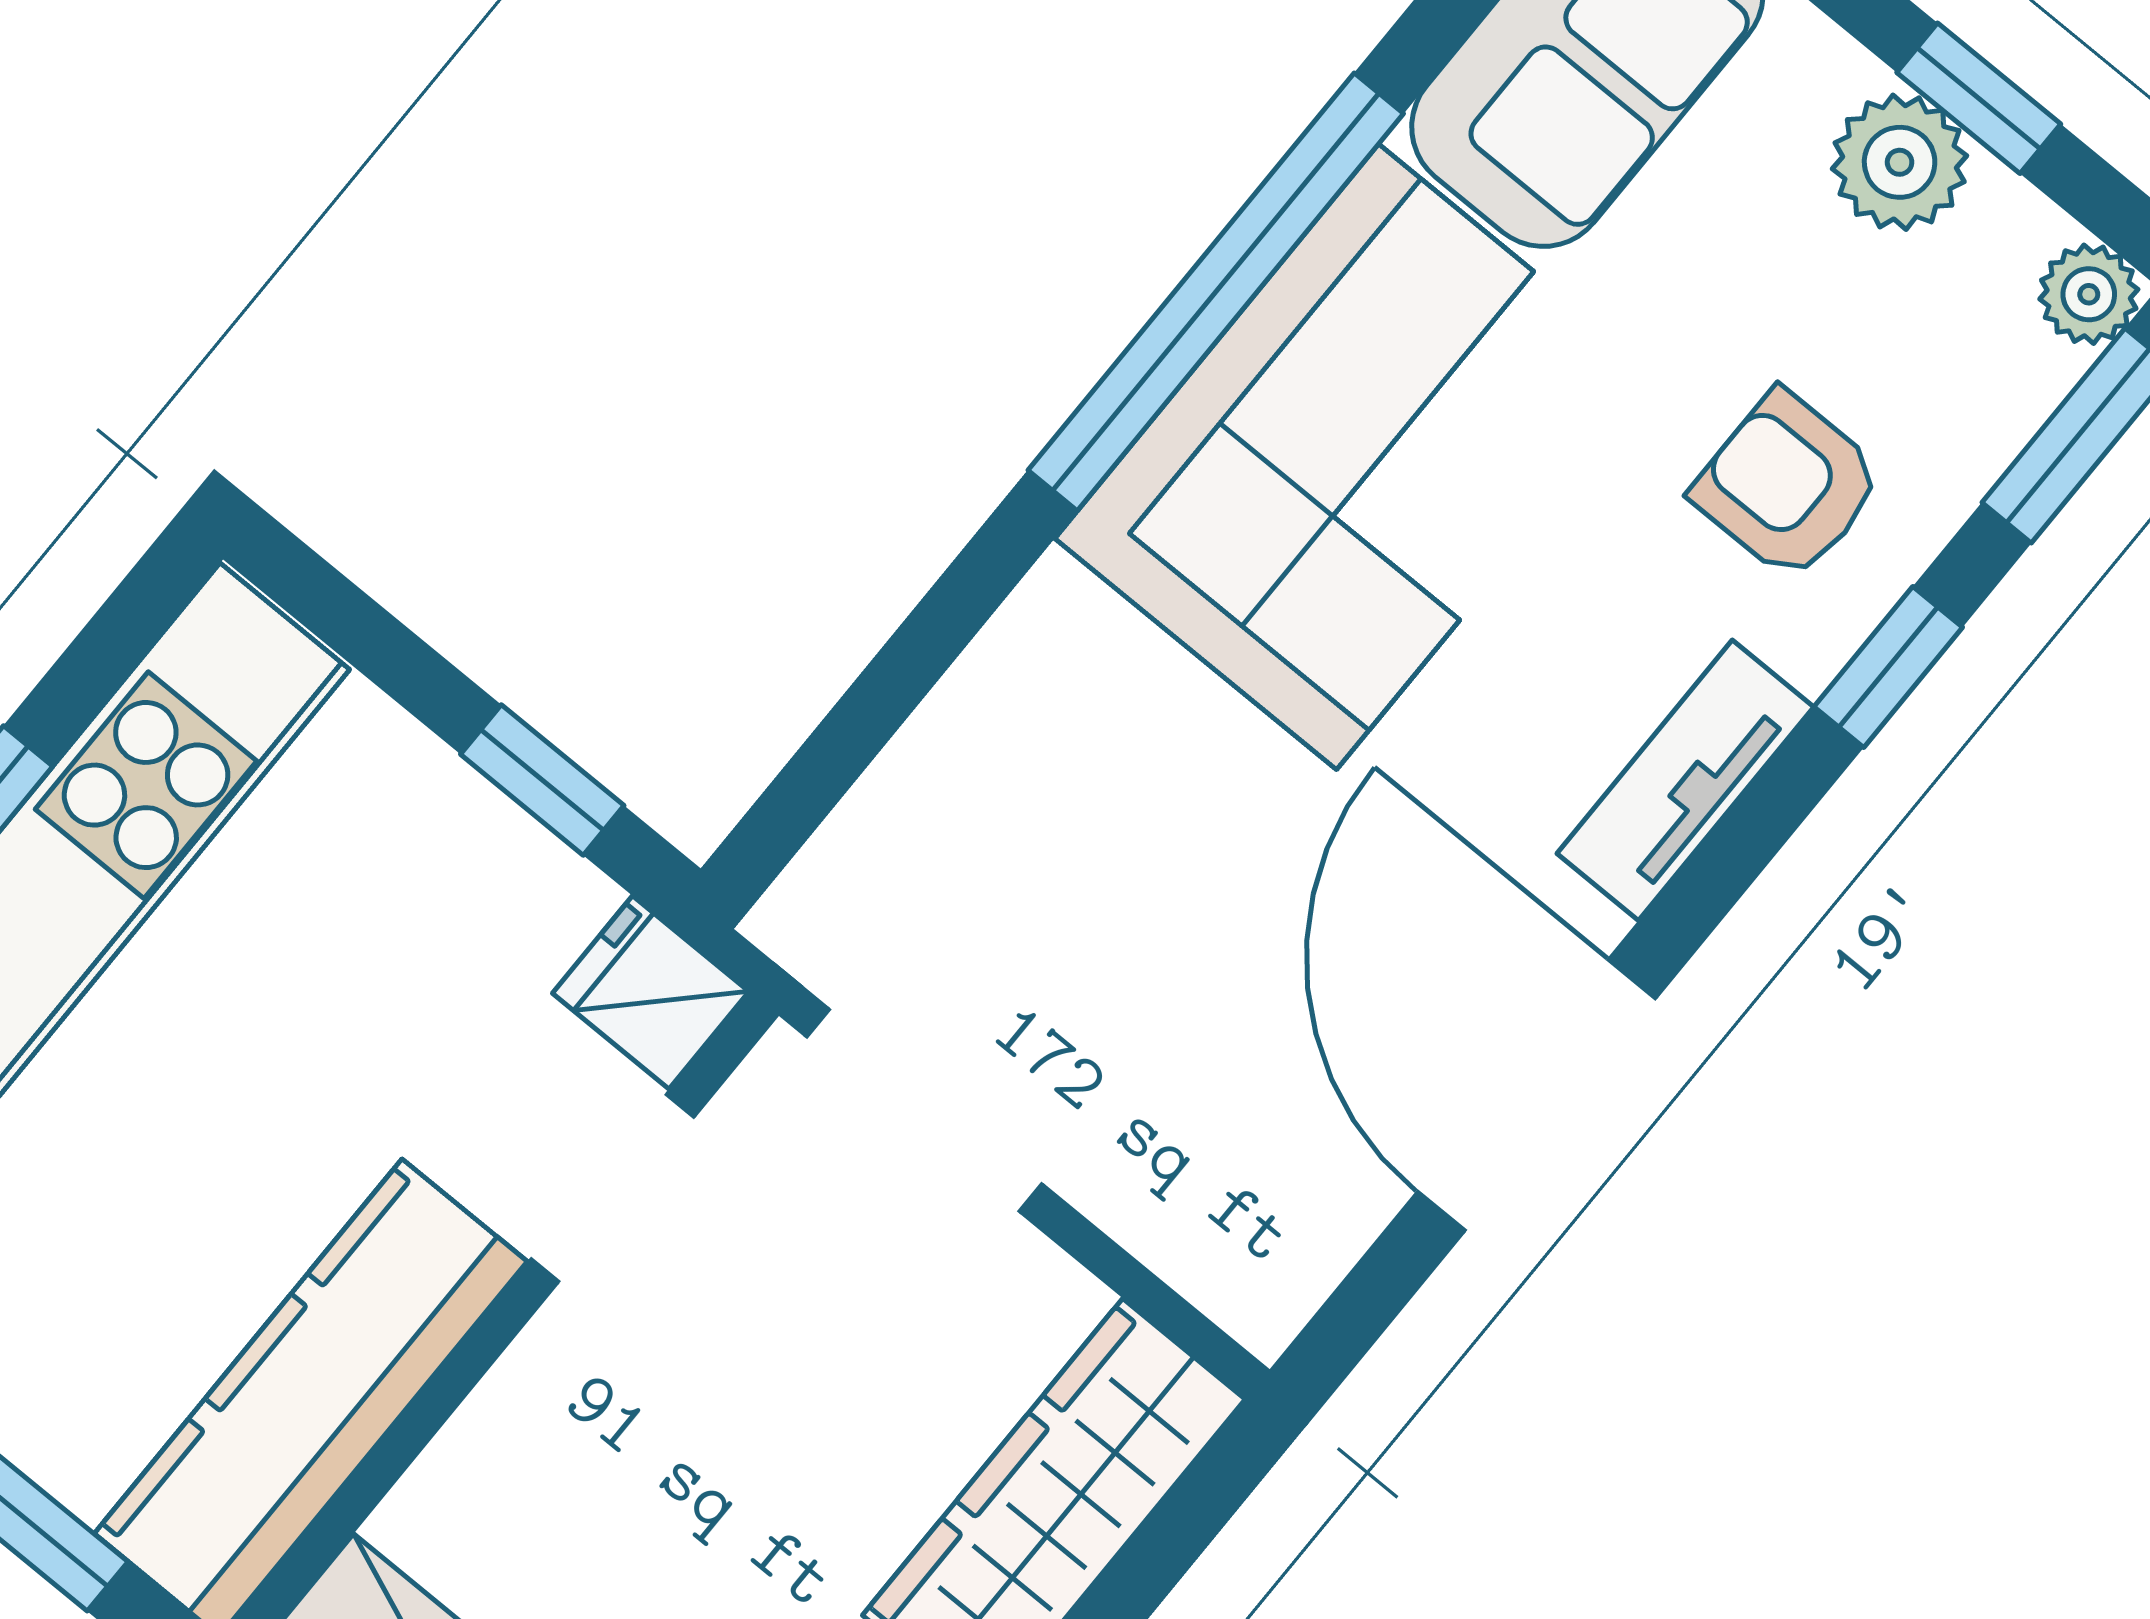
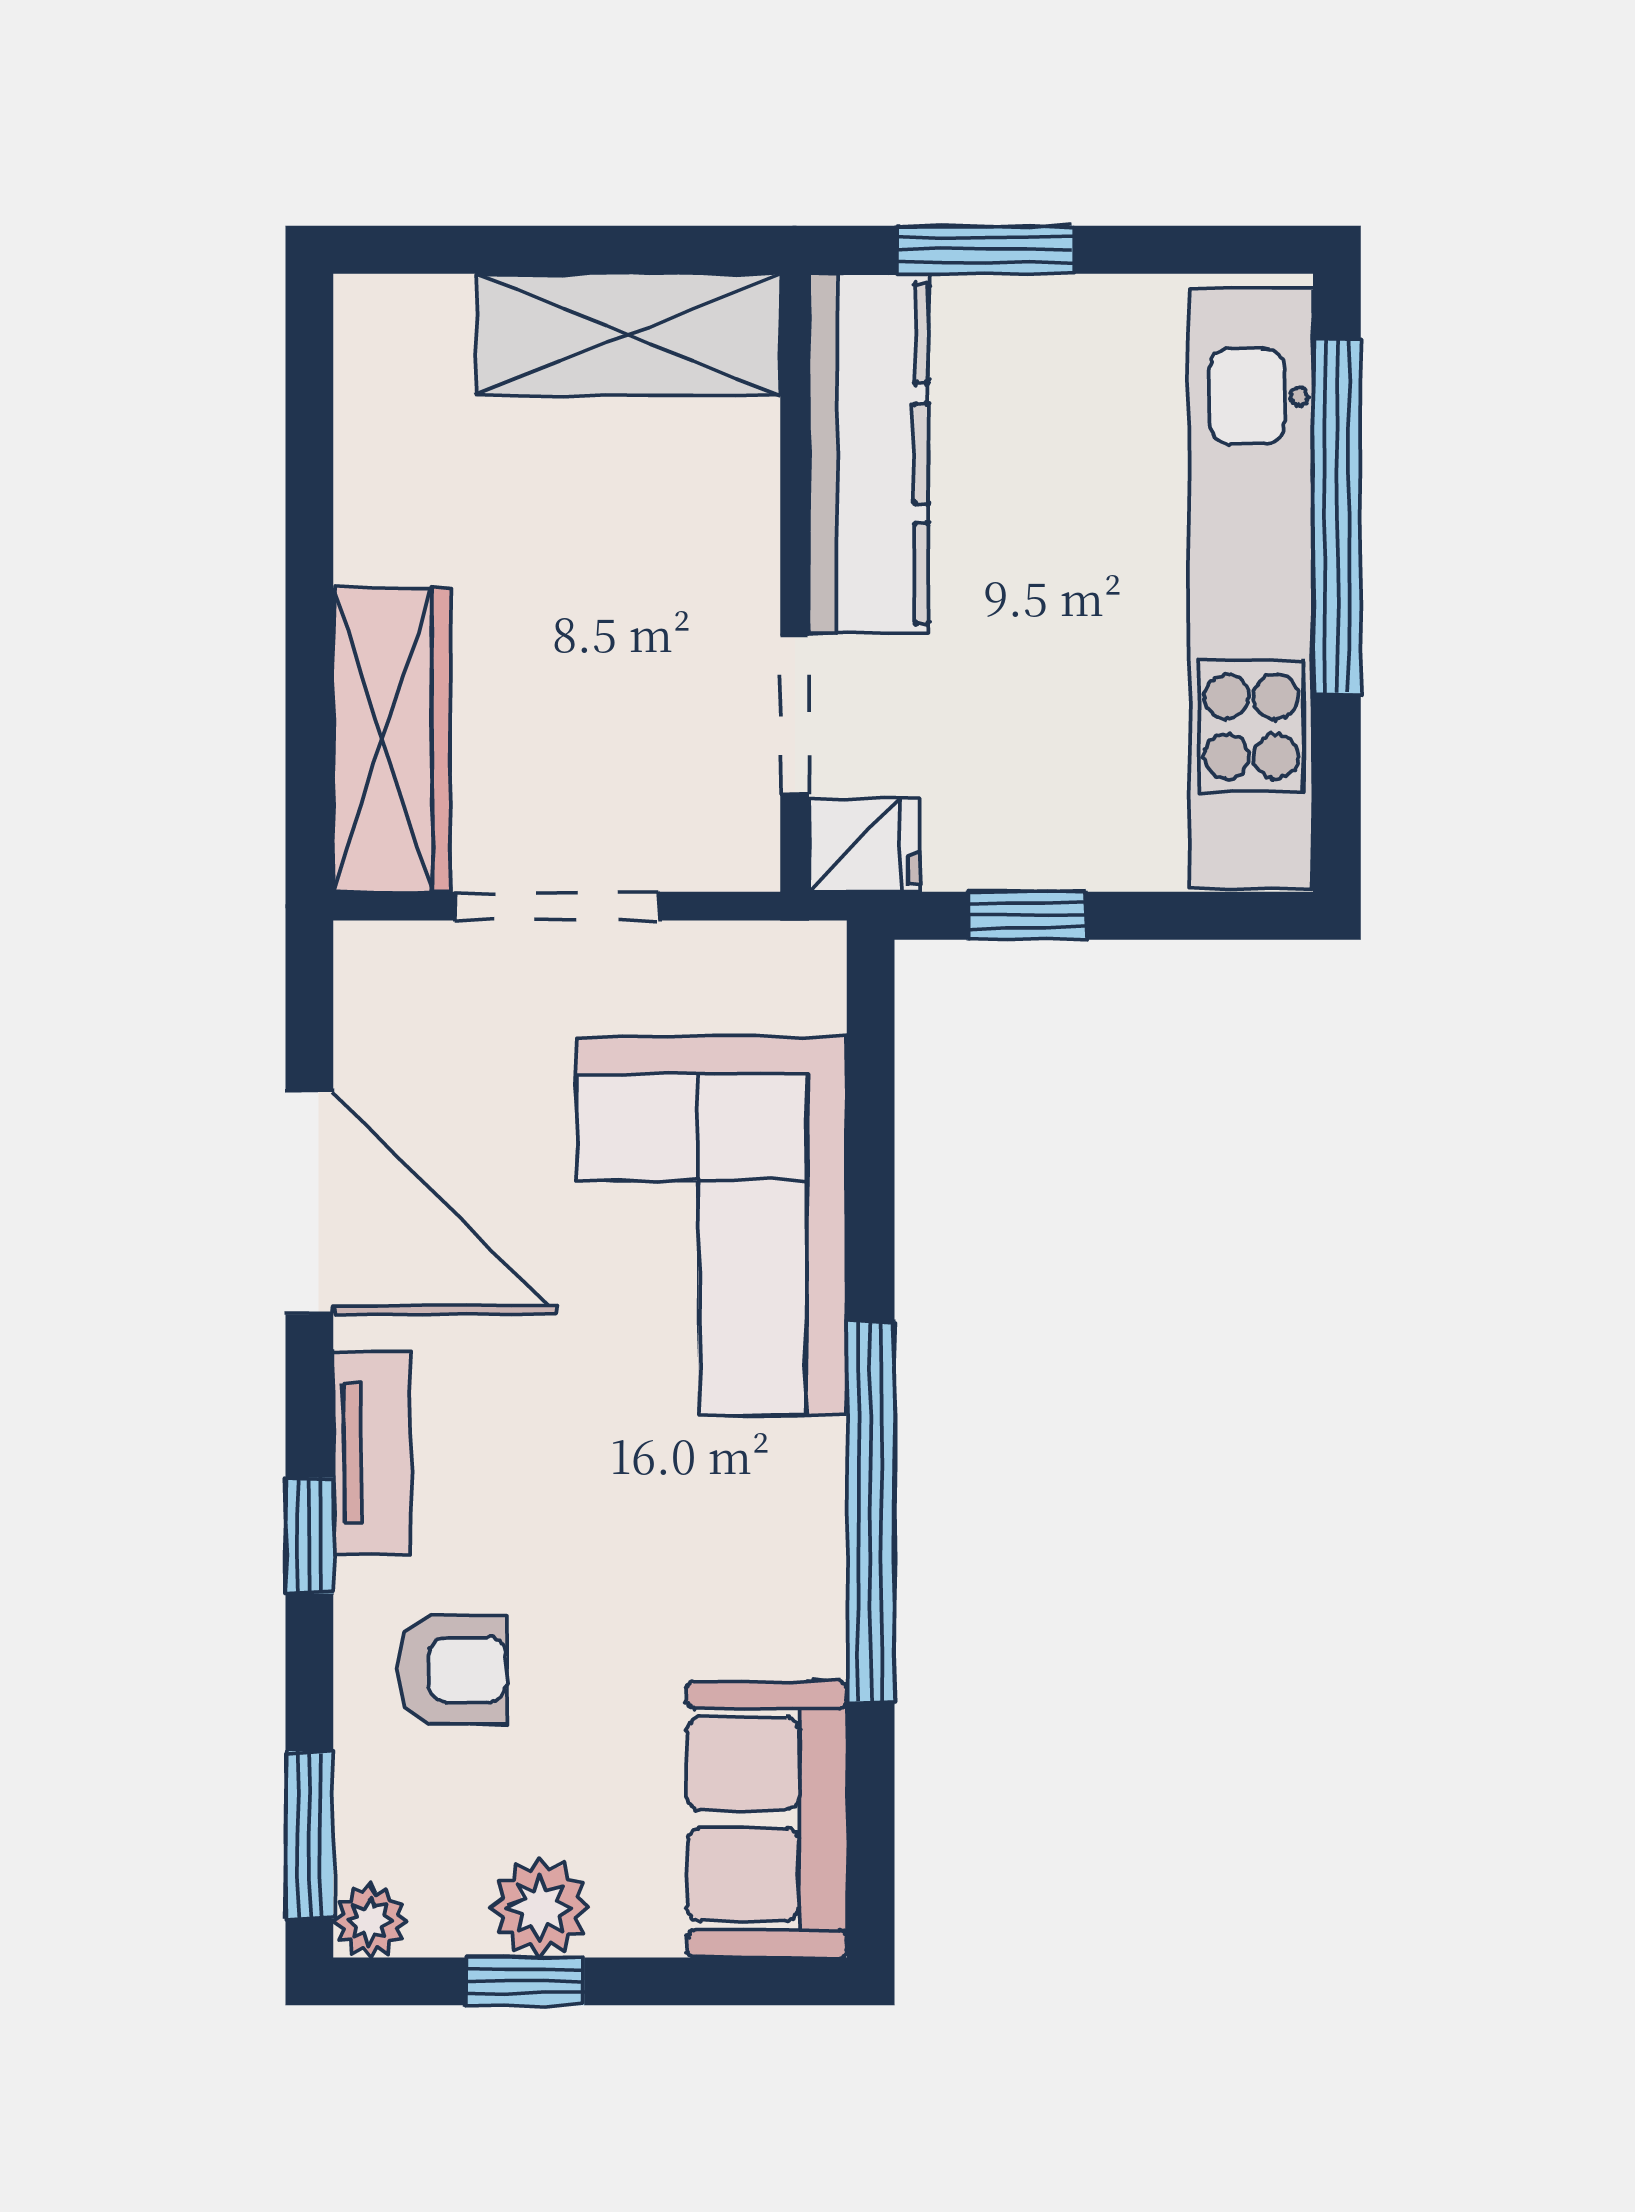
corner sofa: (1358, 457) -> (712, 1226), moved
window: (1888, 667) -> (309, 1536), moved
doorway: (924, 1110) -> (556, 906), moved

